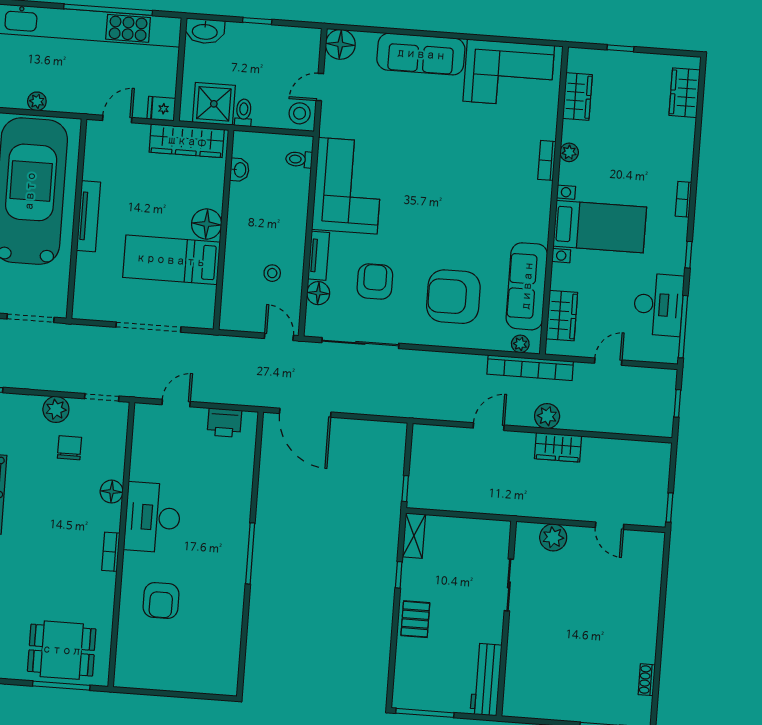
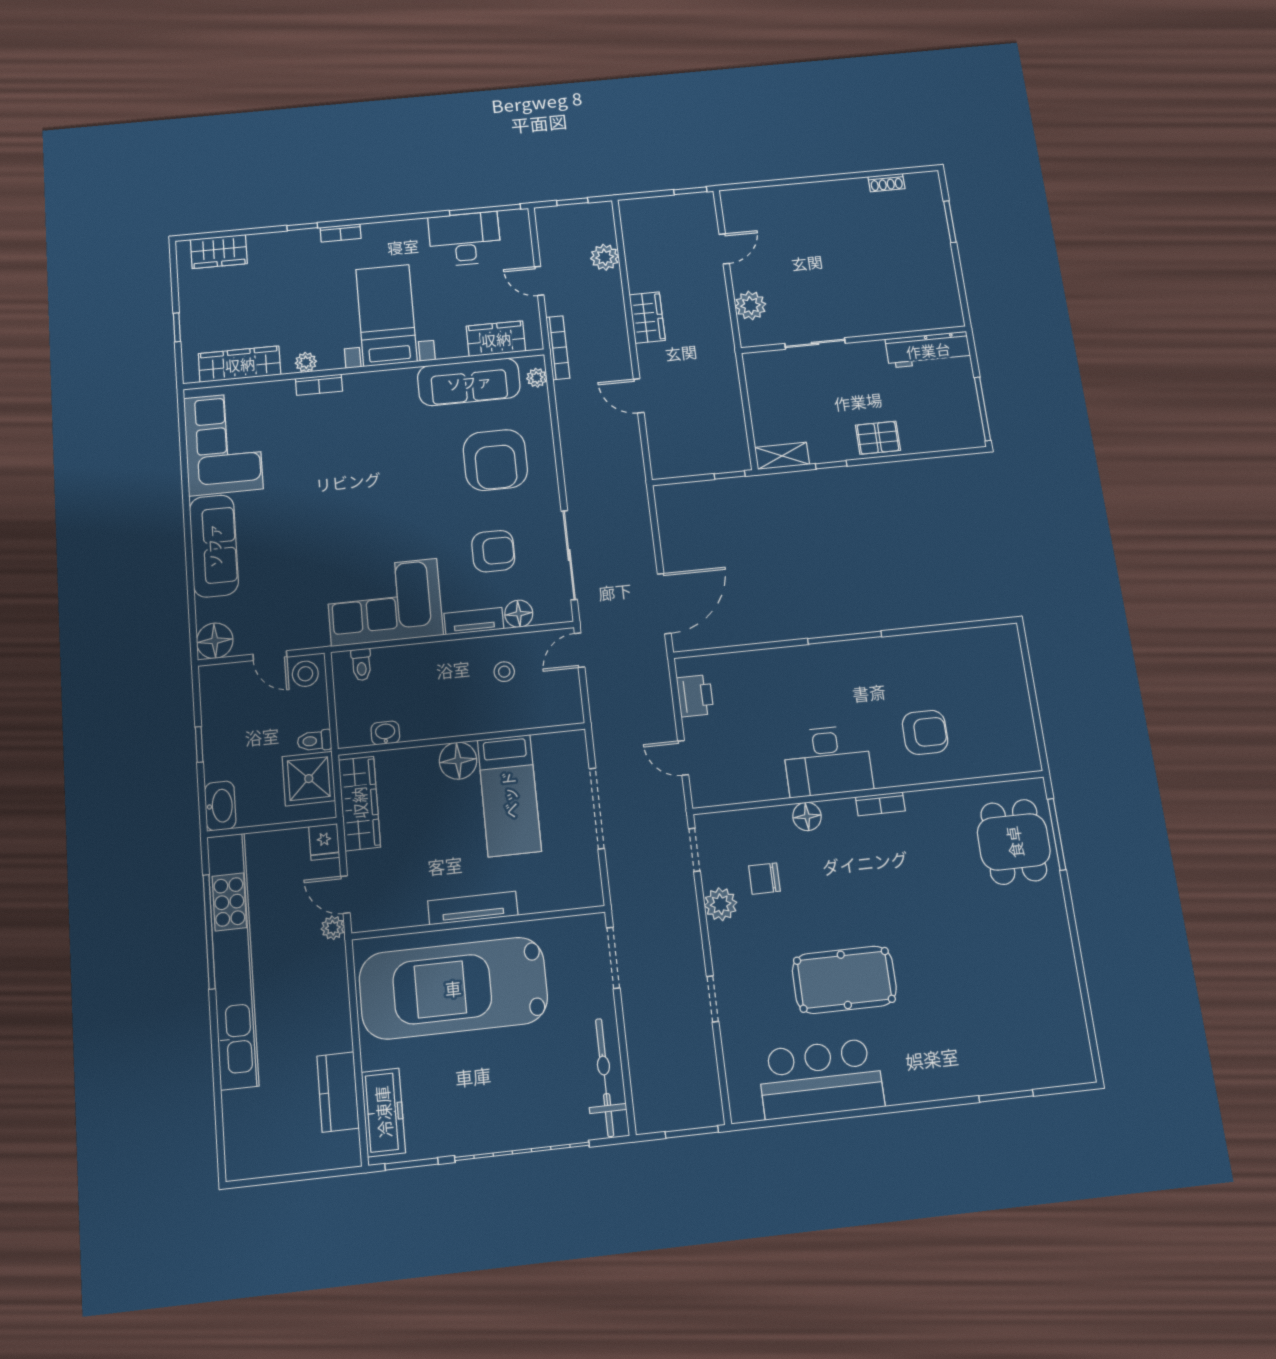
wardrobe: (577, 96) -> (240, 364), width x1.50
plant: (37, 101) -> (333, 928), moved
window: (689, 255) -> (302, 227), moved
armchair: (375, 281) -> (493, 551), turned 180
bookcase: (530, 368) -> (558, 348), width x0.68, depth x0.76
plant: (547, 416) -> (605, 257), moved

